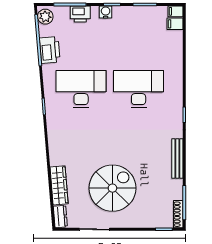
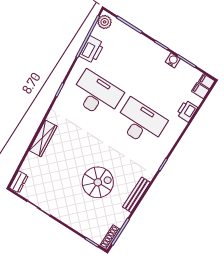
water cooler: (106, 12) -> (173, 60), moved
printer: (80, 14) -> (187, 111), moved, turned 90
wardrobe: (59, 185) -> (43, 138), moved
spiral stairs: (112, 188) -> (98, 182), moved, width x0.73, depth x0.73

